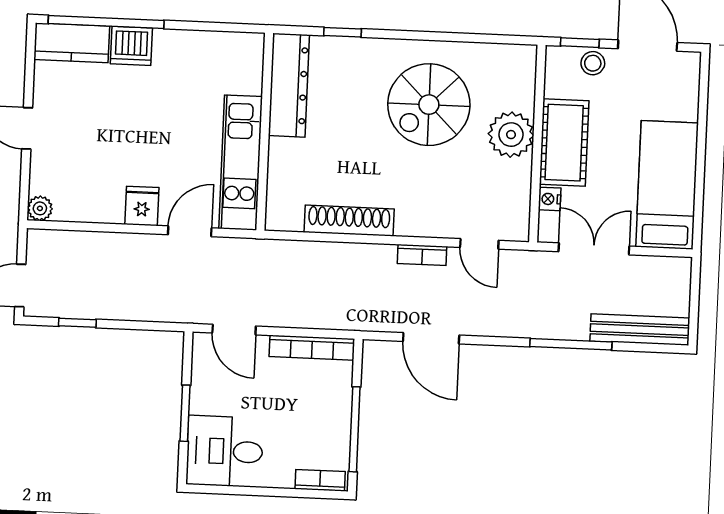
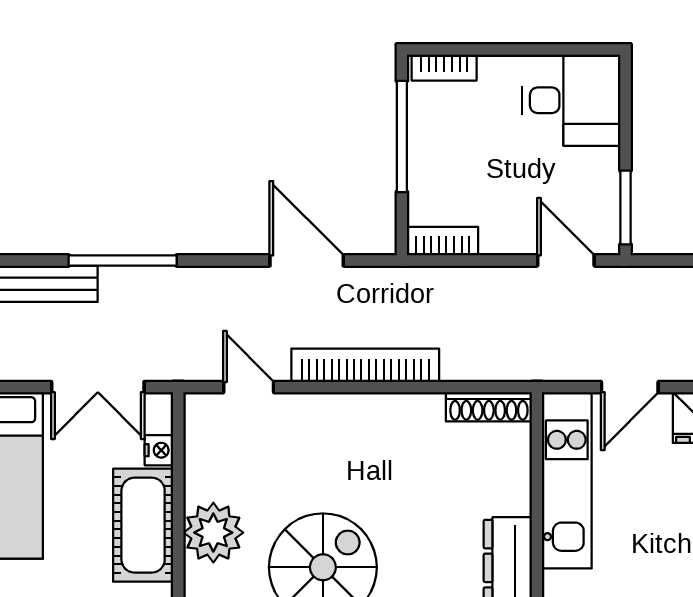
shoe rack: (349, 221) -> (489, 407), moved, width x0.74, depth x0.81
bookcase: (422, 255) -> (365, 365), width x2.31, depth x1.31
bookcase: (312, 348) -> (443, 241), width x0.64
window: (185, 413) -> (626, 207), moved

